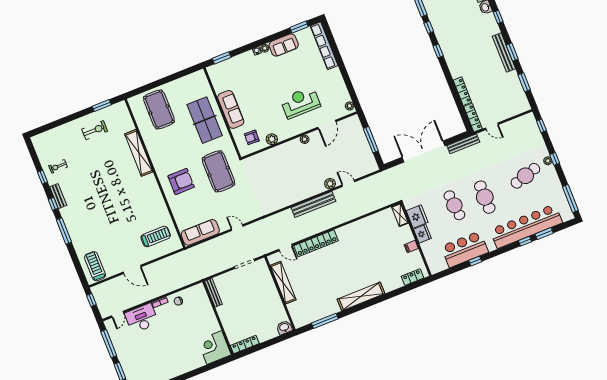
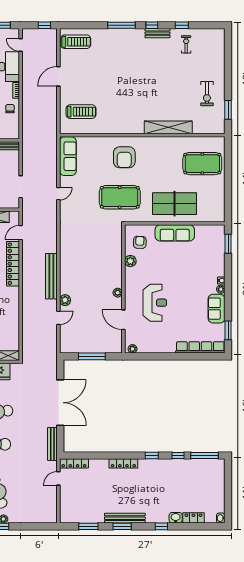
locker: (462, 91) -> (123, 463), moved
window: (541, 126) -> (40, 526), removed
treadmill: (156, 237) -> (81, 112), turned -90

